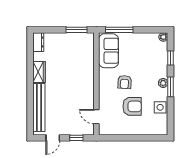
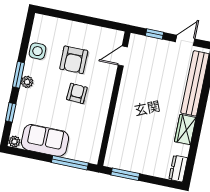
sofa: (109, 51) -> (45, 140), moved, turned 90
armchair: (132, 106) -> (74, 60), turned -90
door: (96, 117) -> (123, 56), swing flipped

